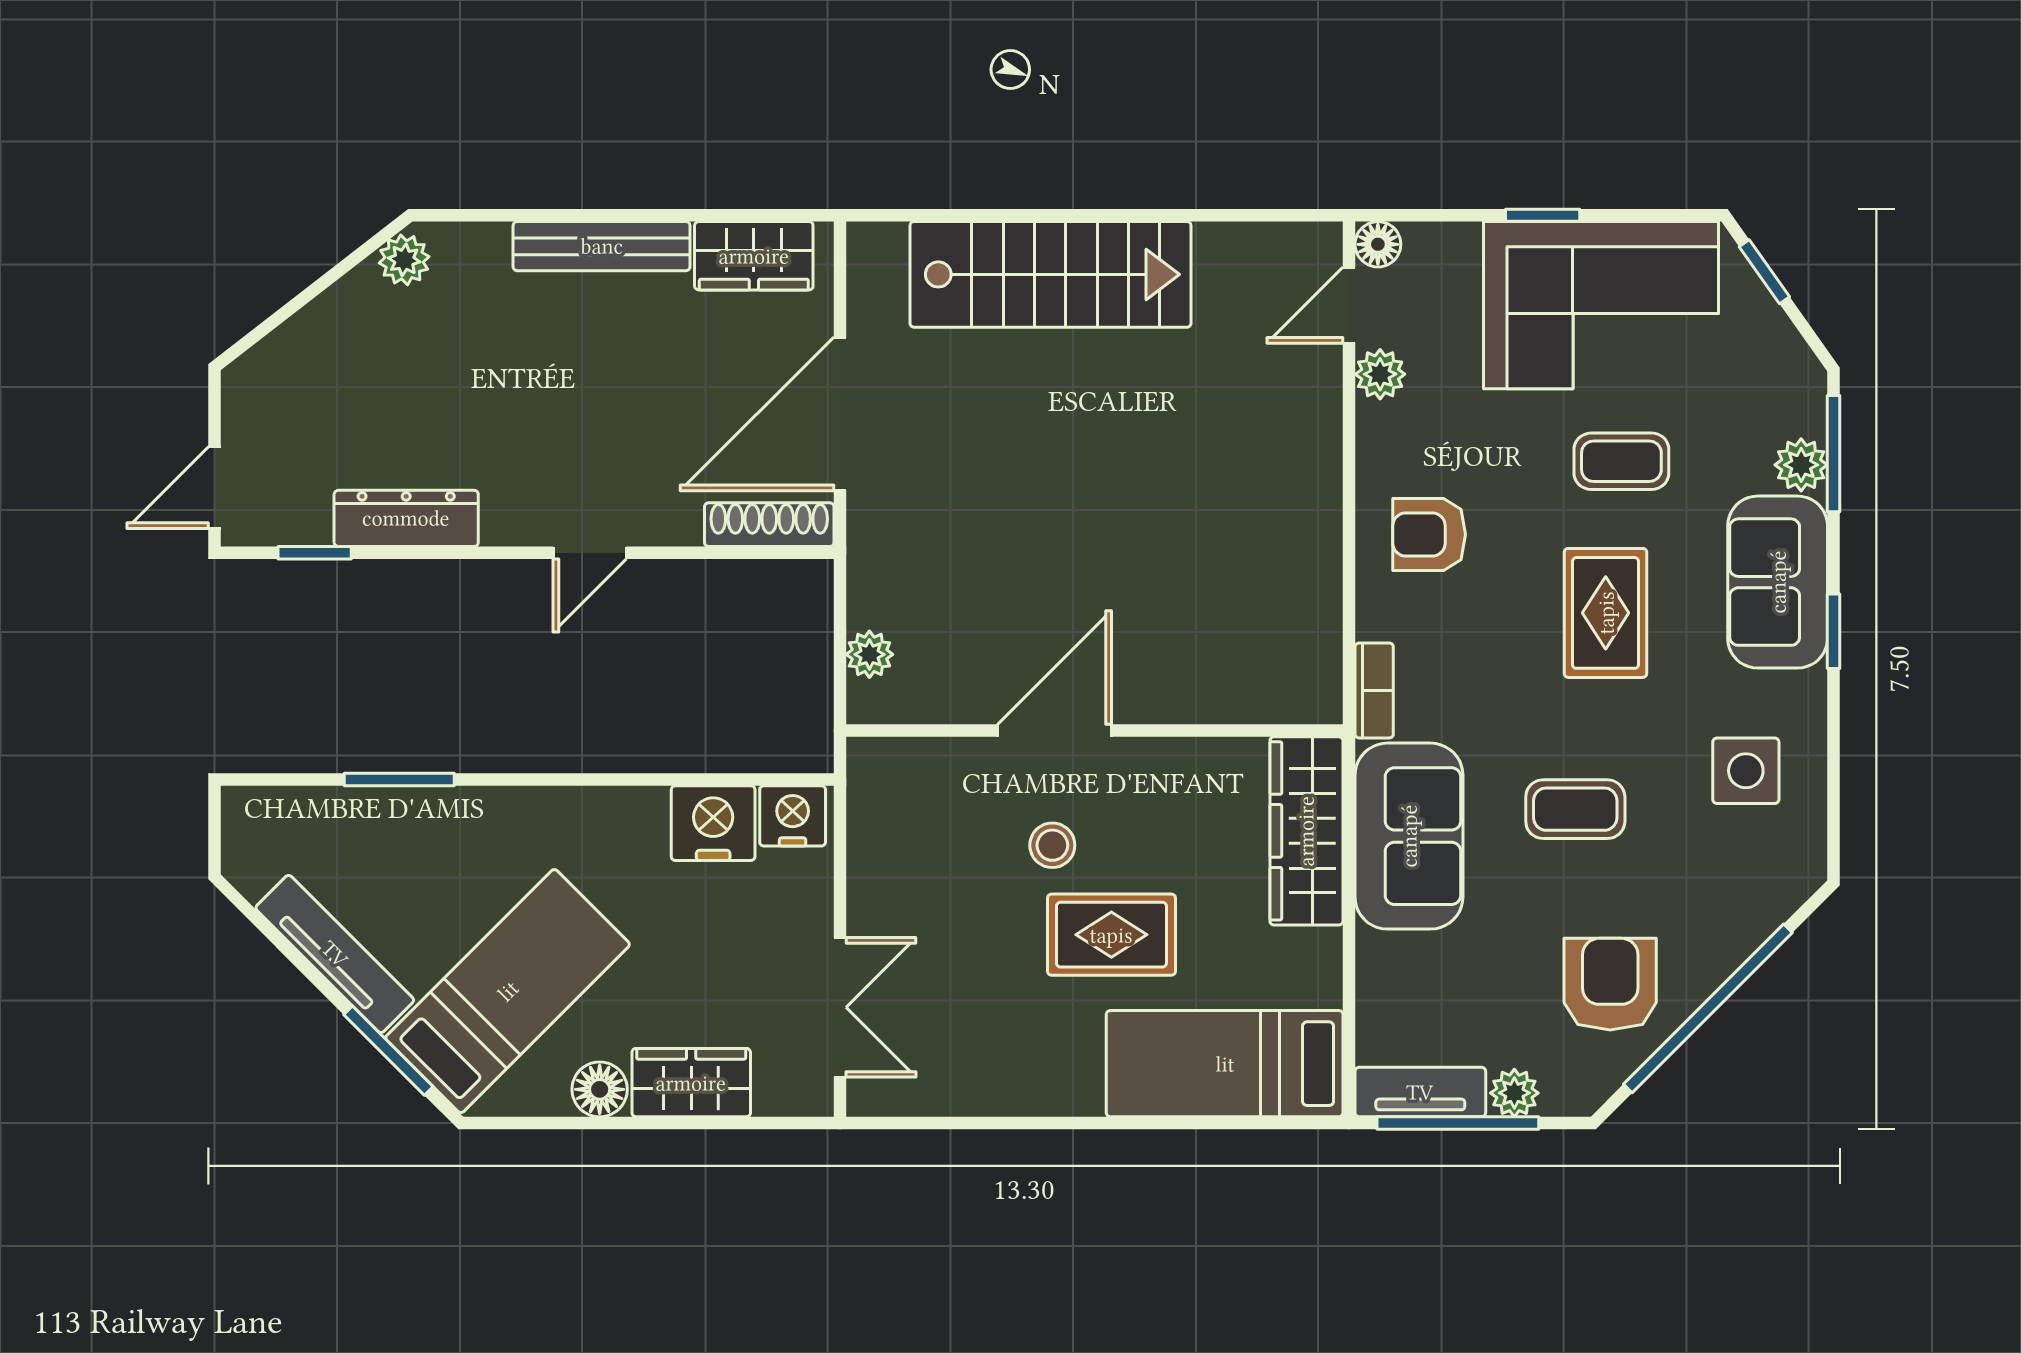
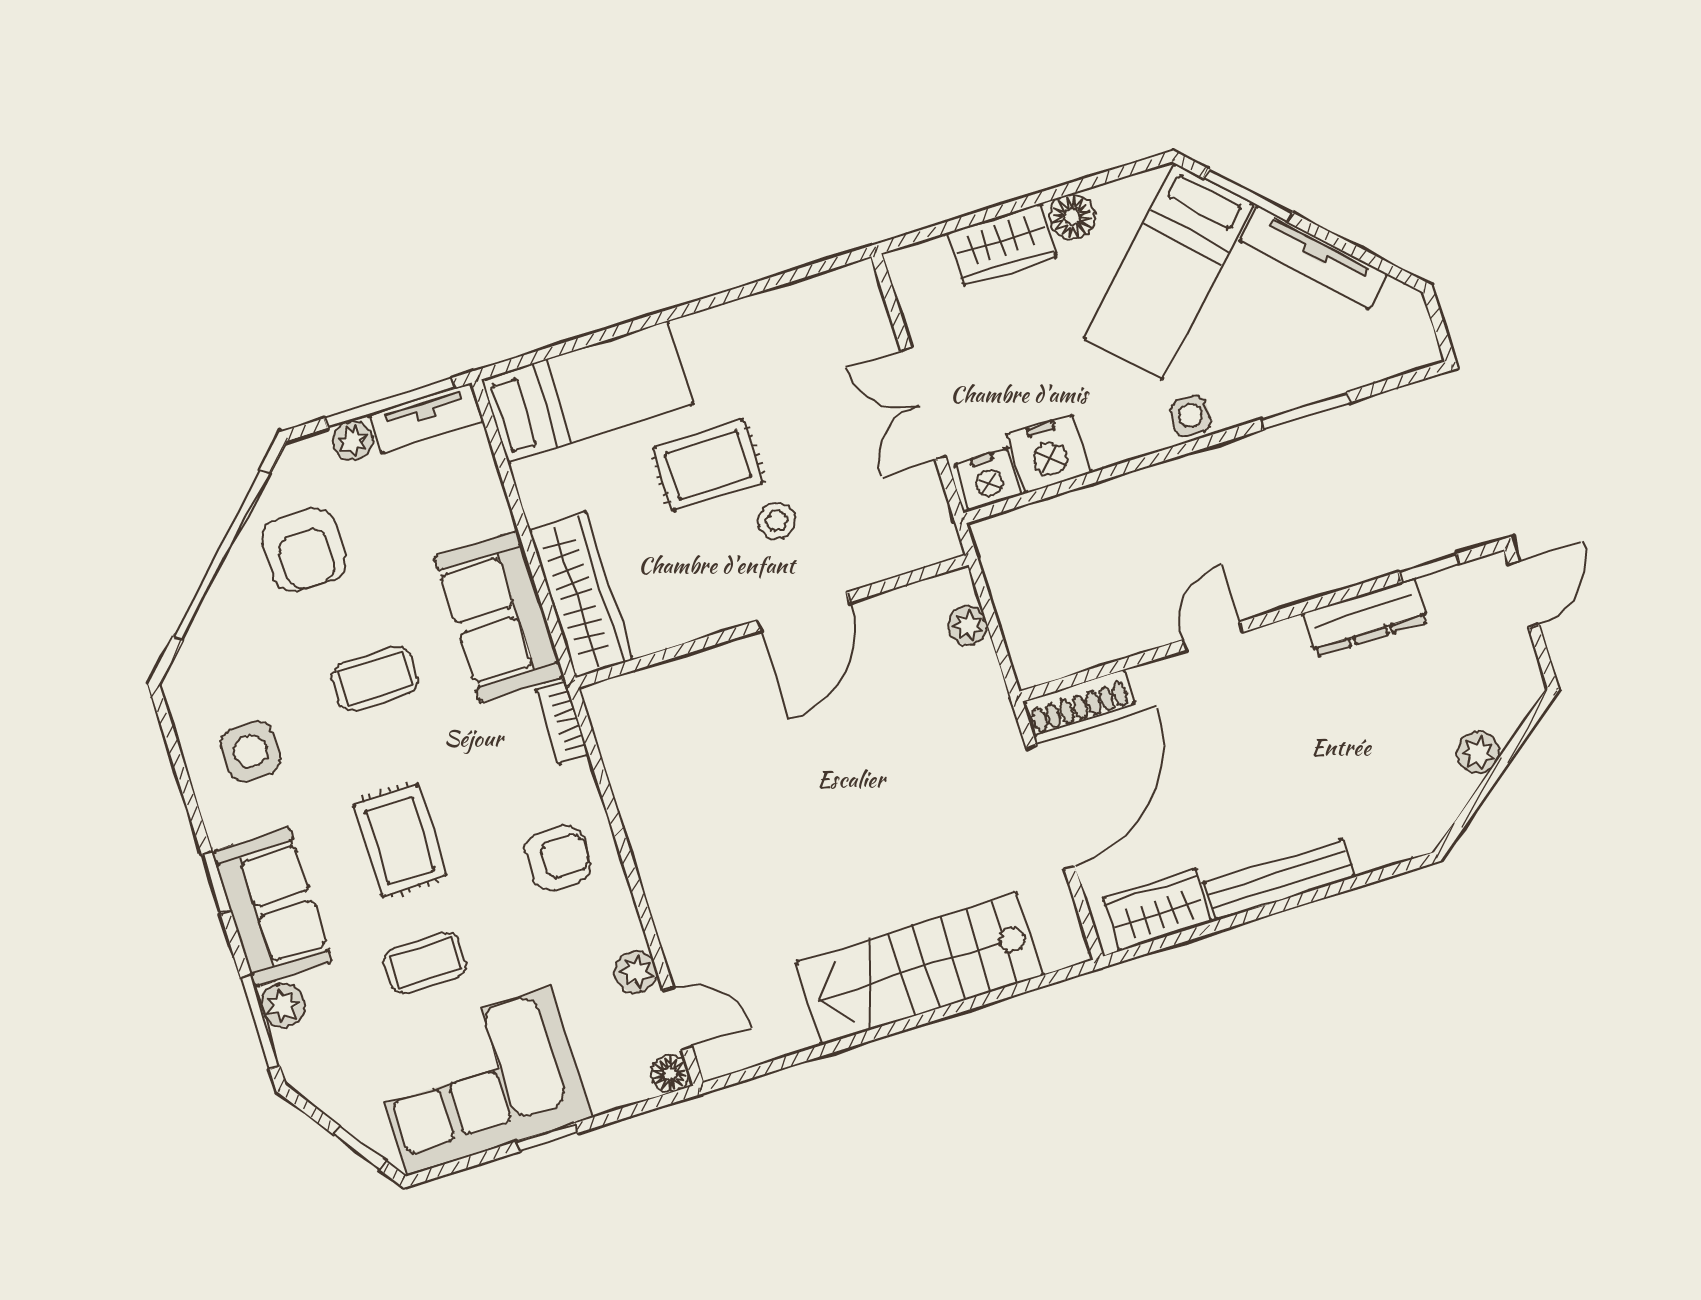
plant: (404, 260) -> (1478, 752), moved
door: (1349, 305) -> (678, 1018), hinge flipped
side table: (535, 816) -> (1190, 416), added
double door: (840, 1007) -> (923, 403), moved

